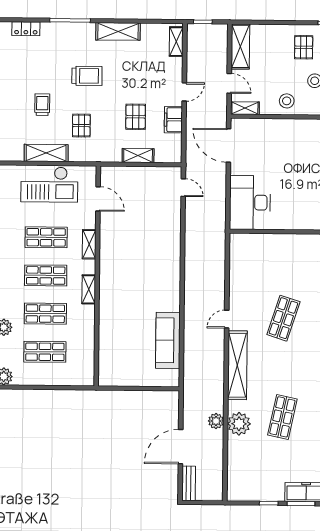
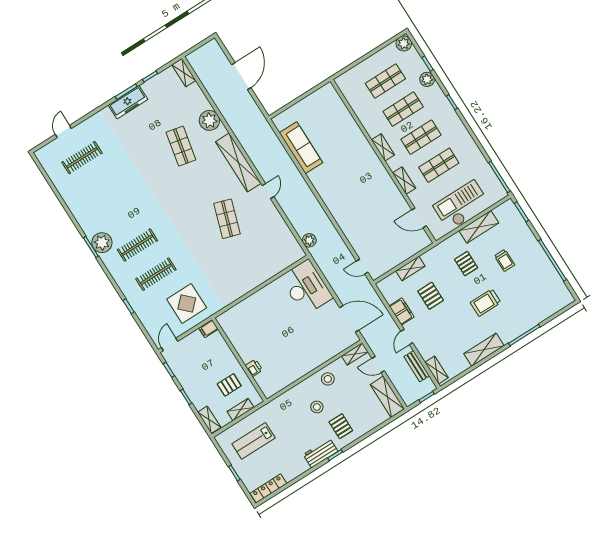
locker: (26, 29) -> (553, 308), removed
plant: (216, 421) -> (309, 240), moved
bench: (189, 483) -> (417, 366), moved
shelving: (234, 486) -> (184, 73), added

